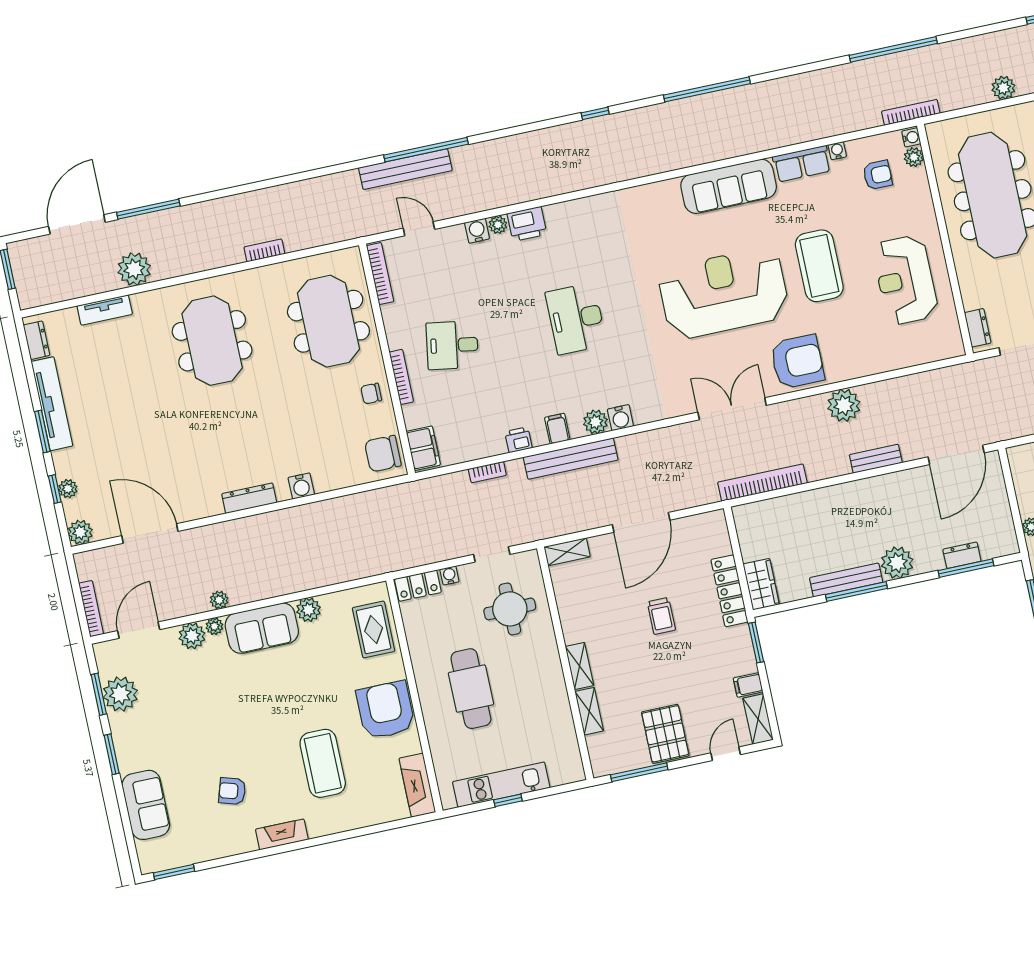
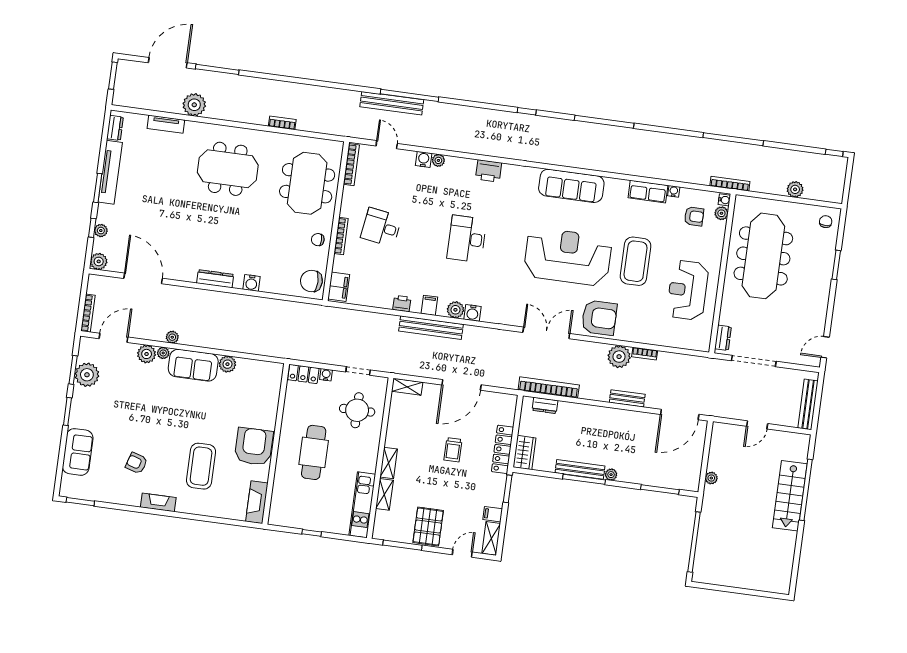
sofa: (729, 186) -> (571, 186), moved
printer: (527, 224) -> (489, 171), moved
meeting table: (212, 341) -> (228, 169), turned 90
bookcase: (487, 472) -> (645, 354), moved
dresser: (962, 555) -> (545, 405), moved, turned 180
plant: (897, 563) -> (611, 475), width x0.53, depth x0.53
rug: (374, 630) -> (265, 392), removed
kitchen unit: (501, 785) -> (362, 505), moved, turned -90

